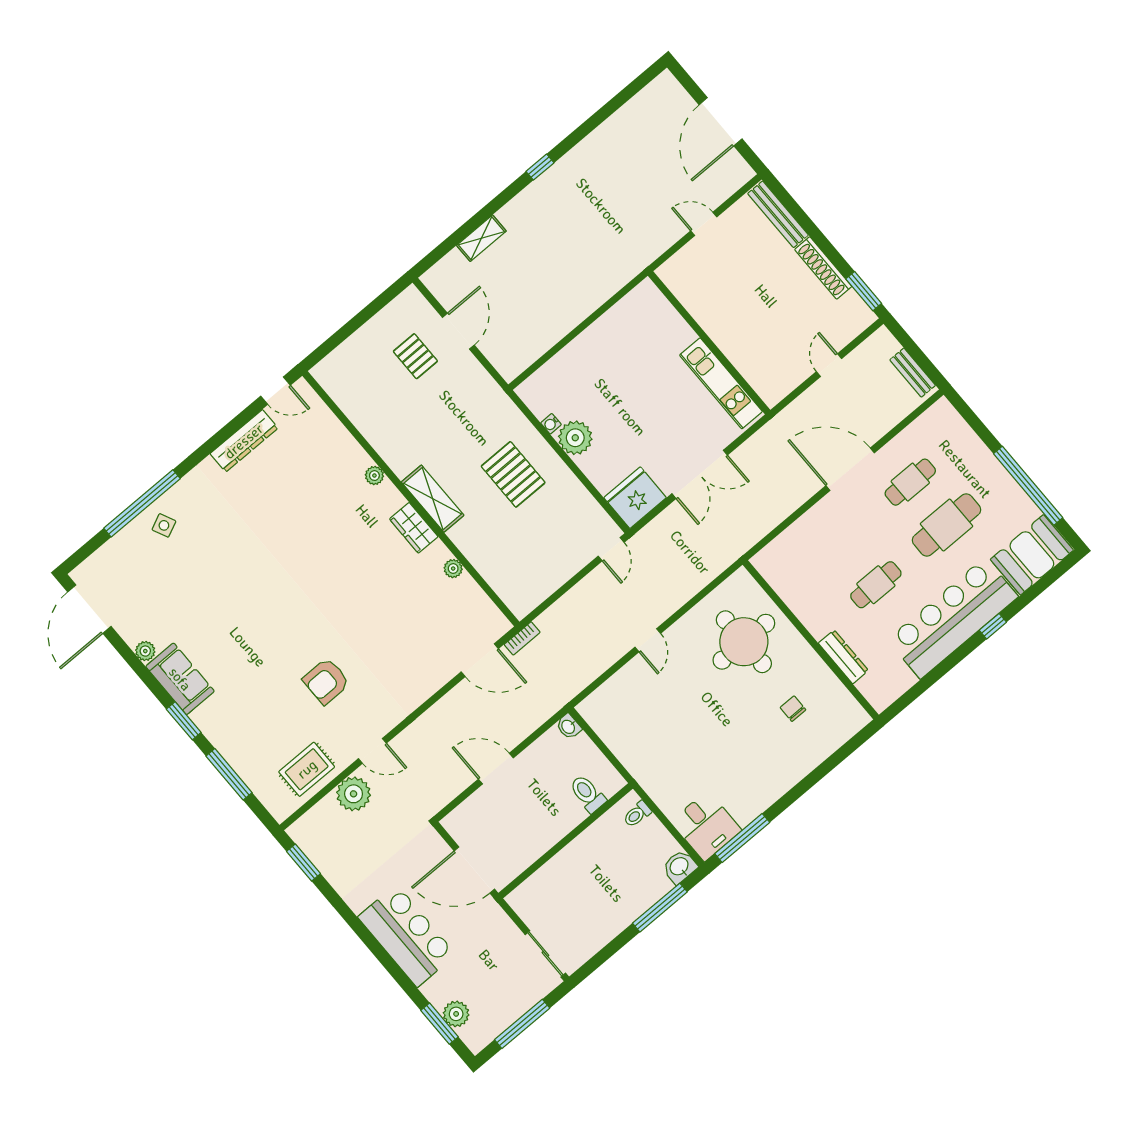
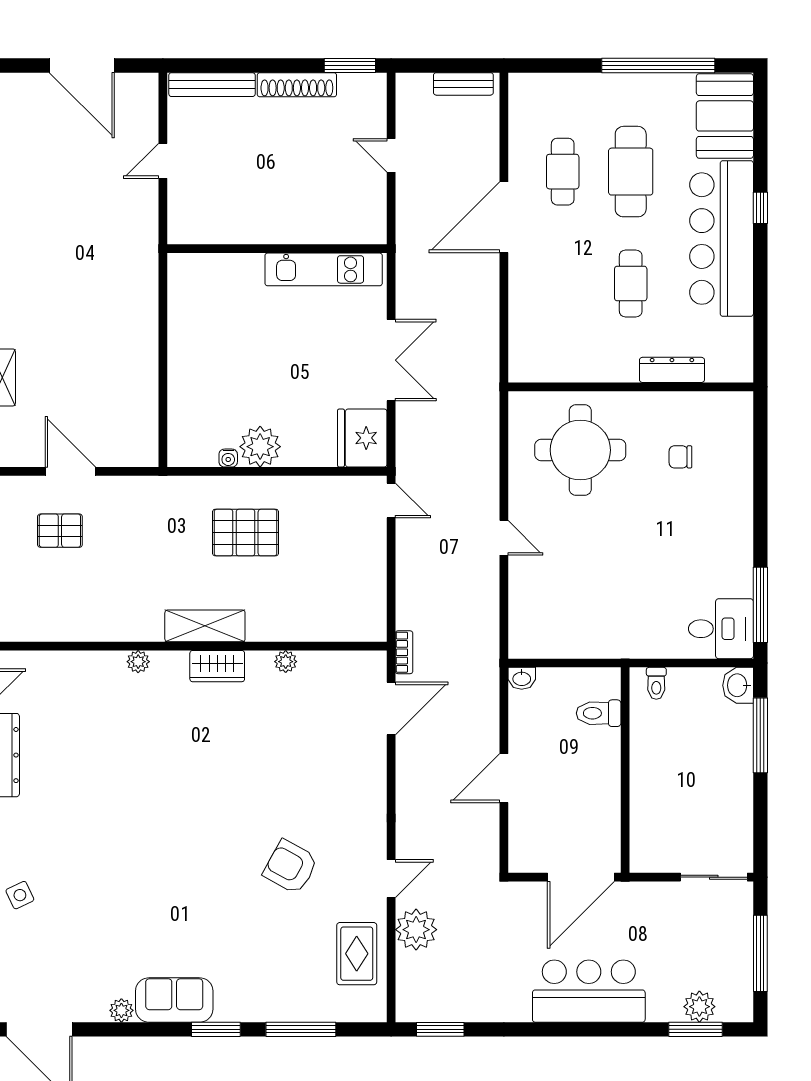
armchair: (326, 681) -> (291, 867), turned 119

